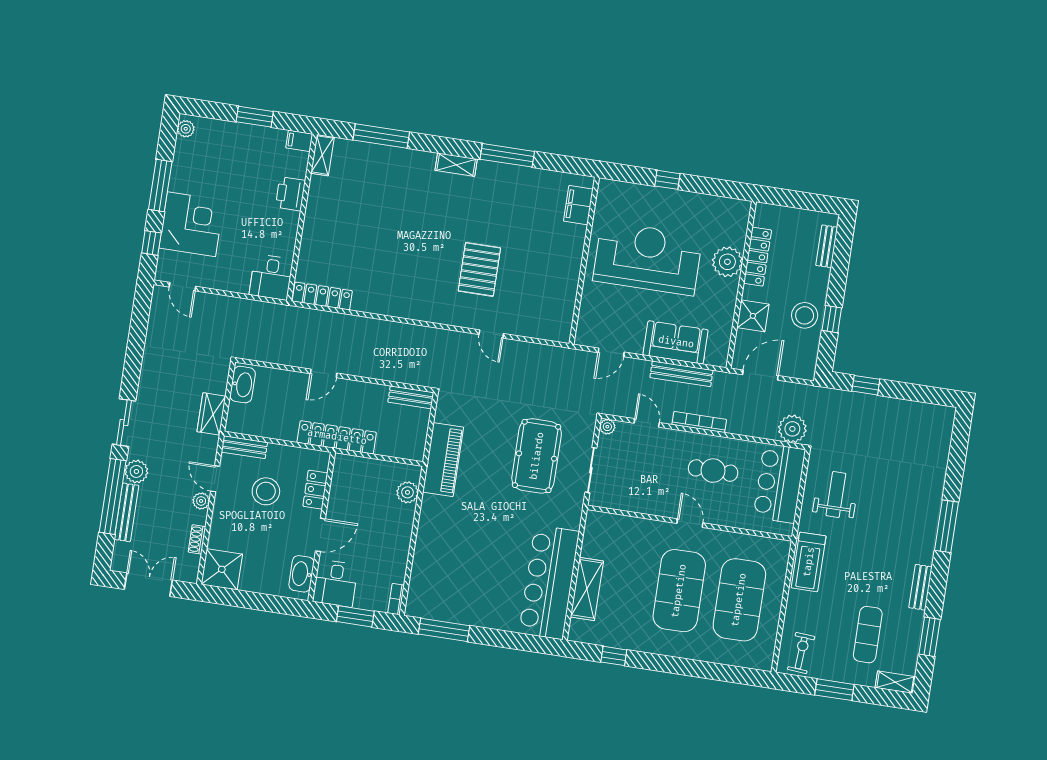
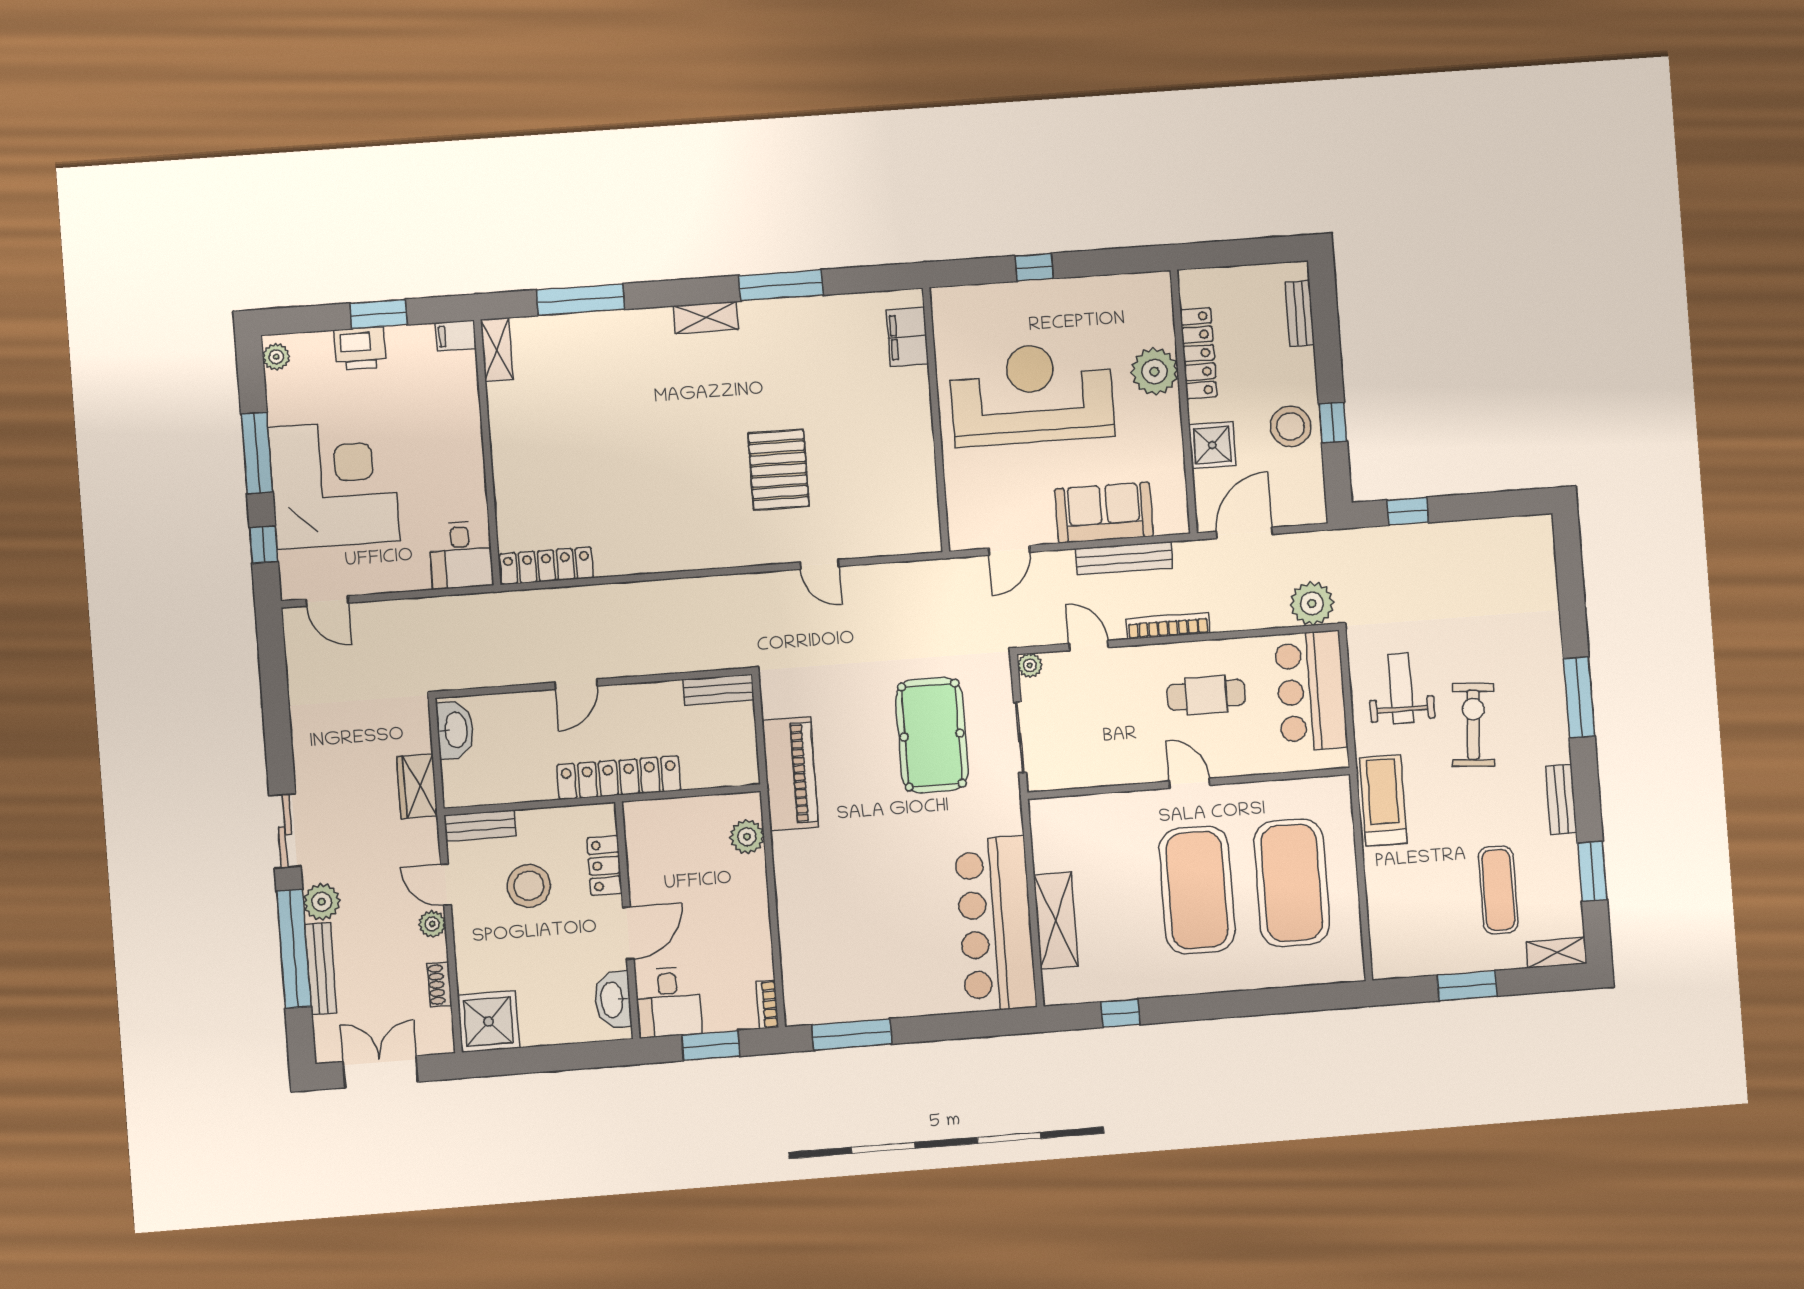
printer: (290, 194) -> (360, 348), moved, turned -90
corner desk: (191, 224) -> (334, 484), width x1.36, depth x1.36
treadmill: (809, 562) -> (1383, 800), turned 180
exercise bike: (801, 653) -> (1473, 725), moved, width x1.38, depth x1.39

